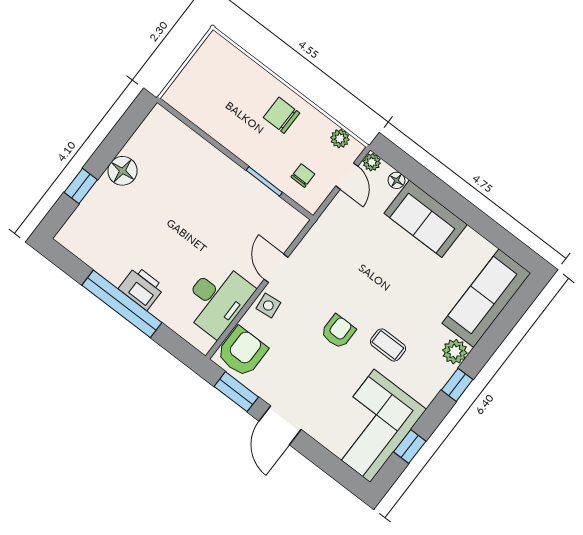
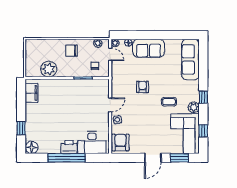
plant: (214, 117) -> (49, 69), added
filing cabinet: (149, 136) -> (32, 93), added
floor lamp: (122, 171) -> (32, 147), moved
door: (276, 268) -> (110, 105), swing flipped
desk: (217, 299) -> (92, 142), moved, turned 90
armchair: (338, 331) -> (143, 87), moved
plant: (455, 352) -> (194, 107), moved
window: (236, 392) -> (179, 158), moved
door: (280, 425) -> (153, 158), hinge flipped

